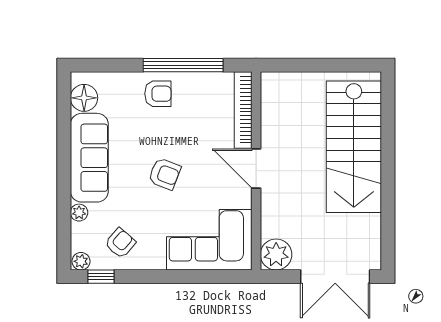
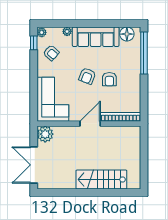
window: (183, 65) -> (144, 53), moved
armchair: (158, 94) -> (109, 79), moved
stairs: (354, 147) -> (101, 180), width x0.73, depth x0.66

